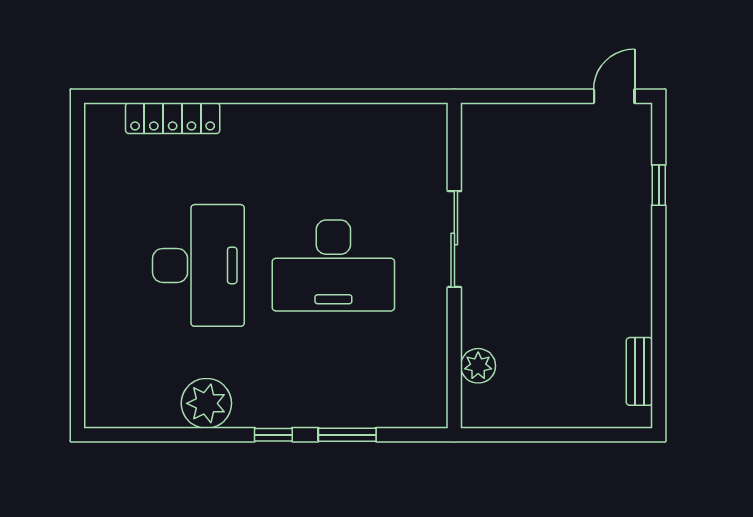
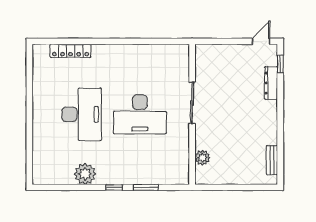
window: (659, 185) -> (280, 64), moved
dresser: (637, 193) -> (271, 83), added

